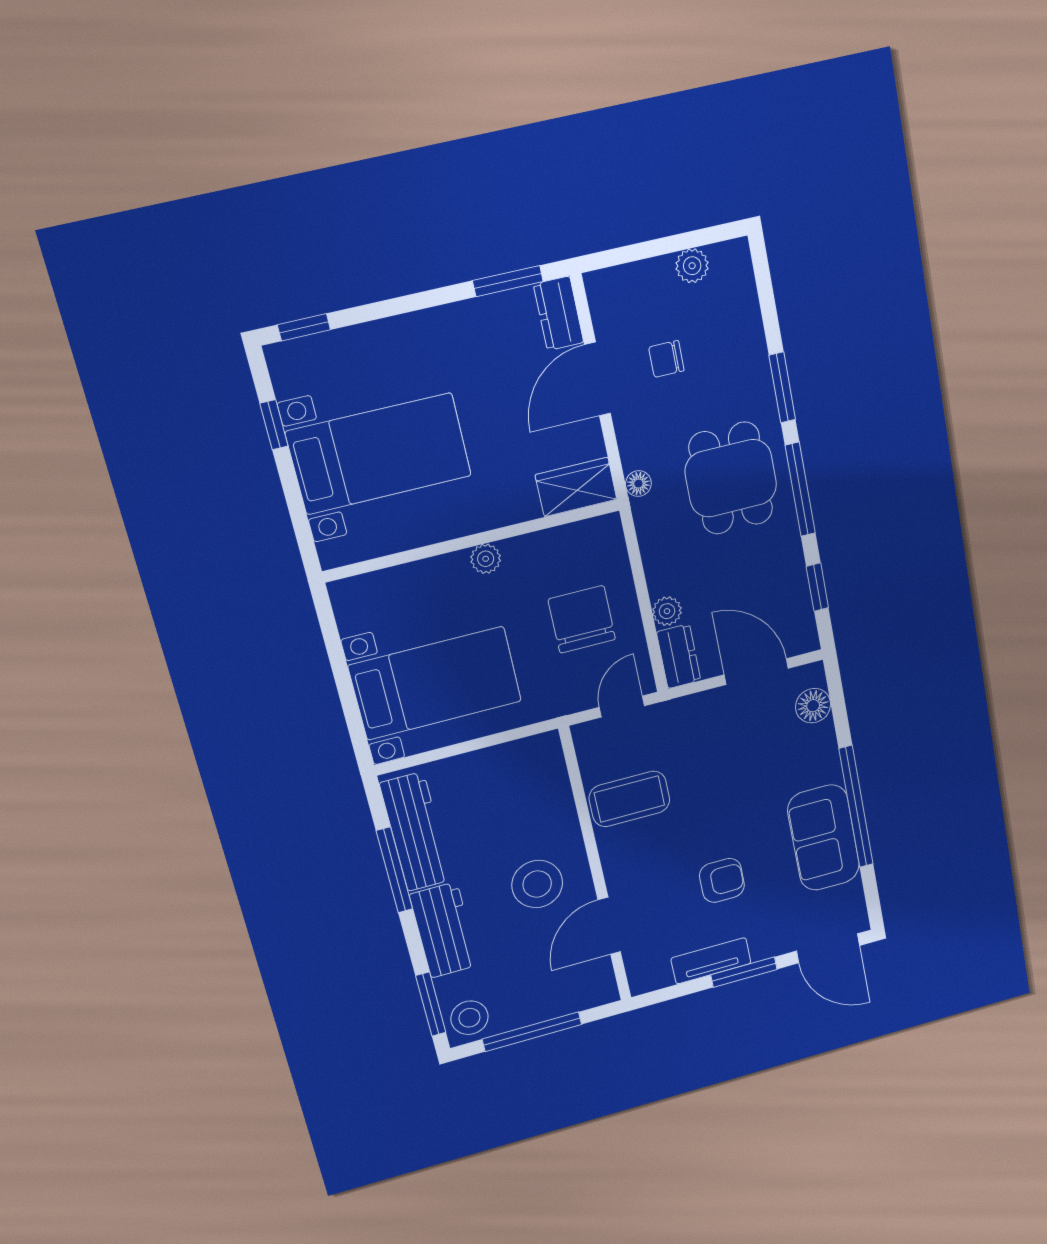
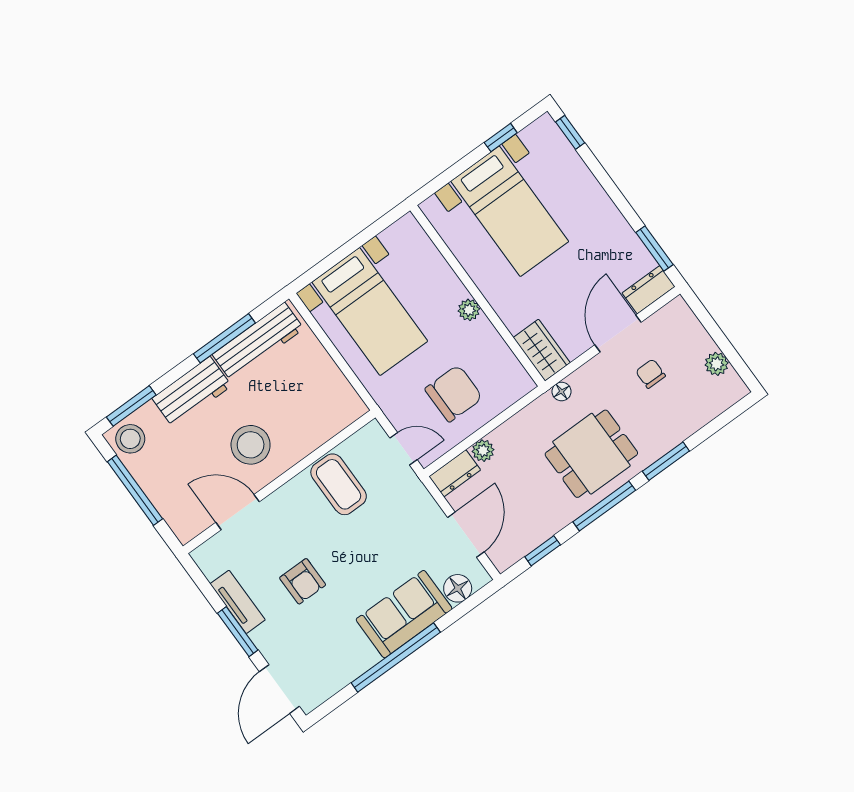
door: (598, 379) -> (618, 334), hinge flipped
sofa: (824, 838) -> (404, 614), moved

